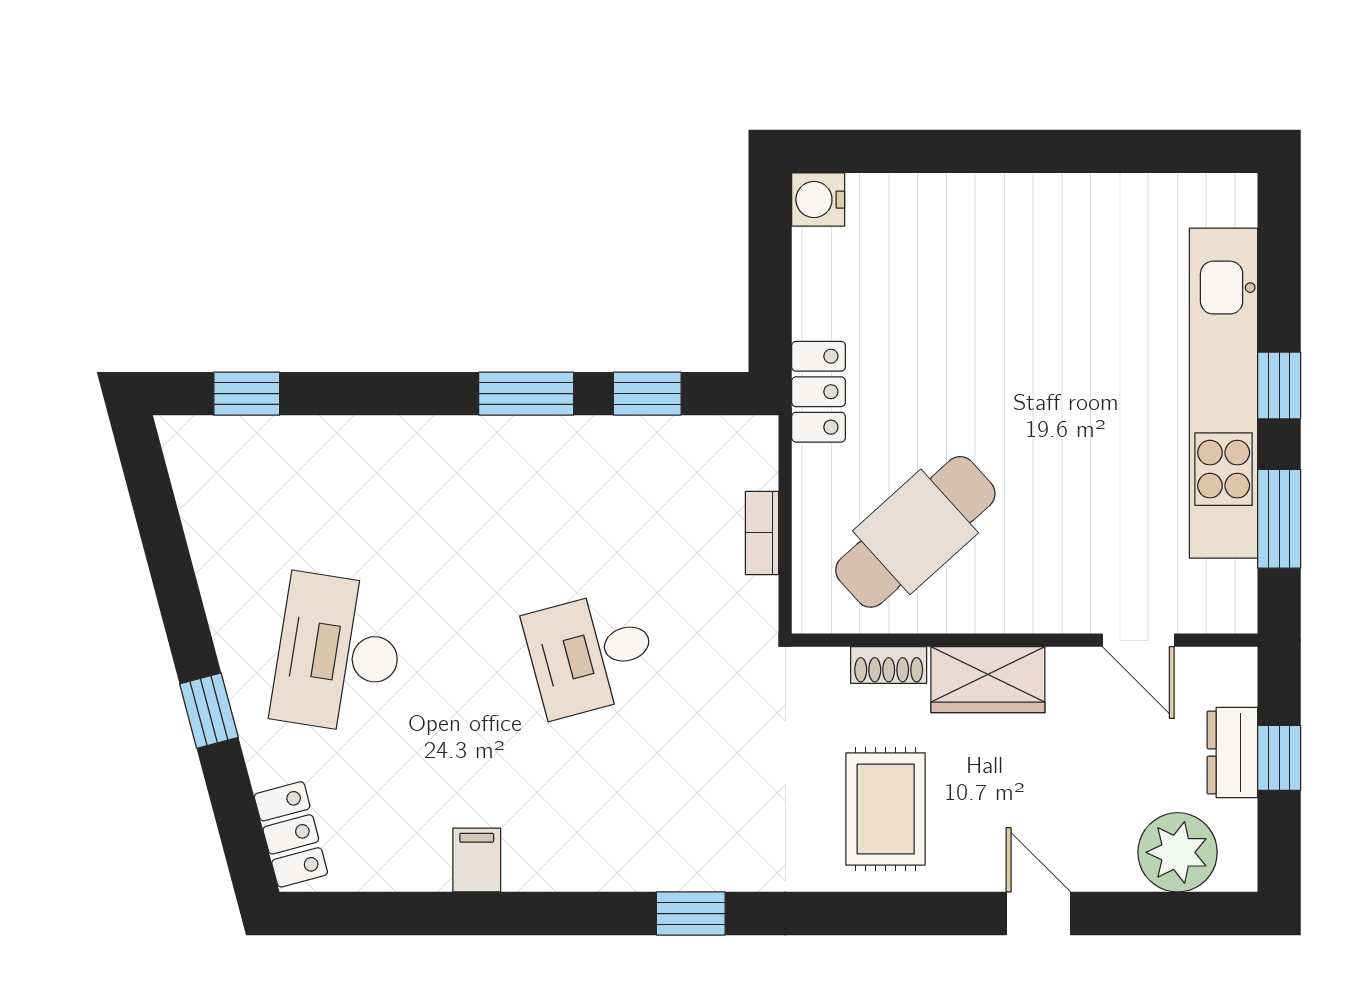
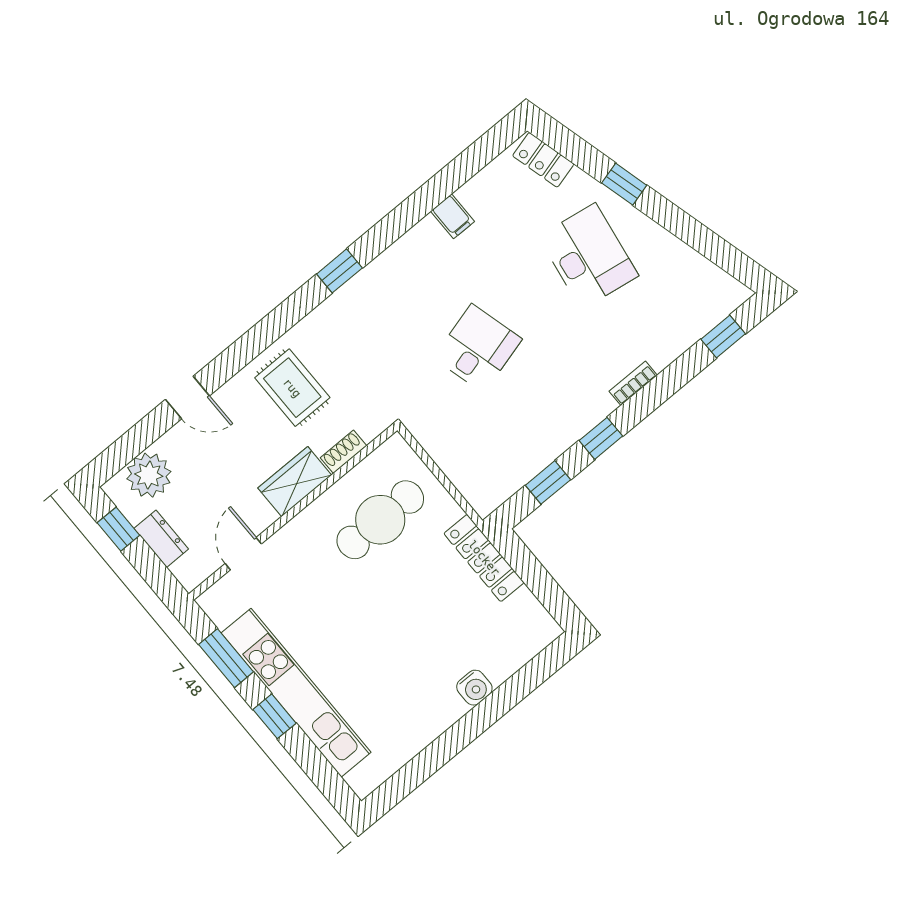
water cooler: (818, 200) -> (474, 688), moved, turned 90
locker: (819, 392) -> (484, 558), width x1.53
window: (526, 394) -> (601, 438), width x0.67
cafe table: (915, 532) -> (380, 520), turned 42
bookcase: (762, 533) -> (633, 383), moved, turned -90
door: (1138, 640) -> (243, 554), hinge flipped
window: (1279, 758) -> (118, 529), moved

